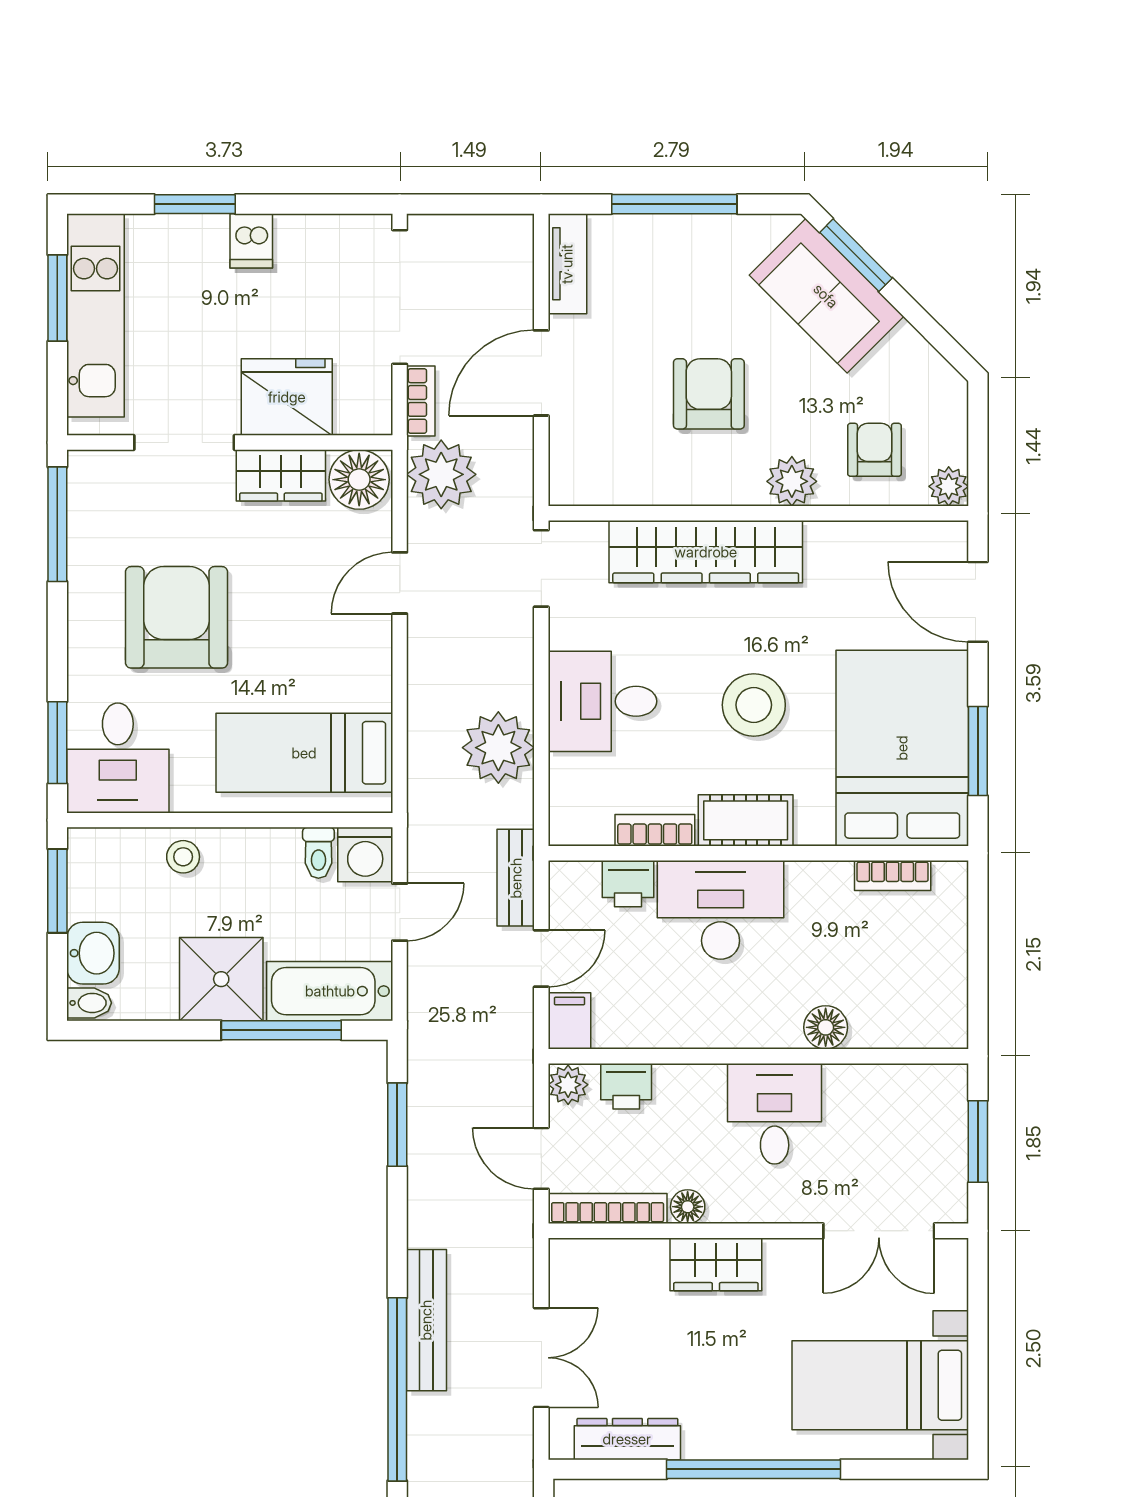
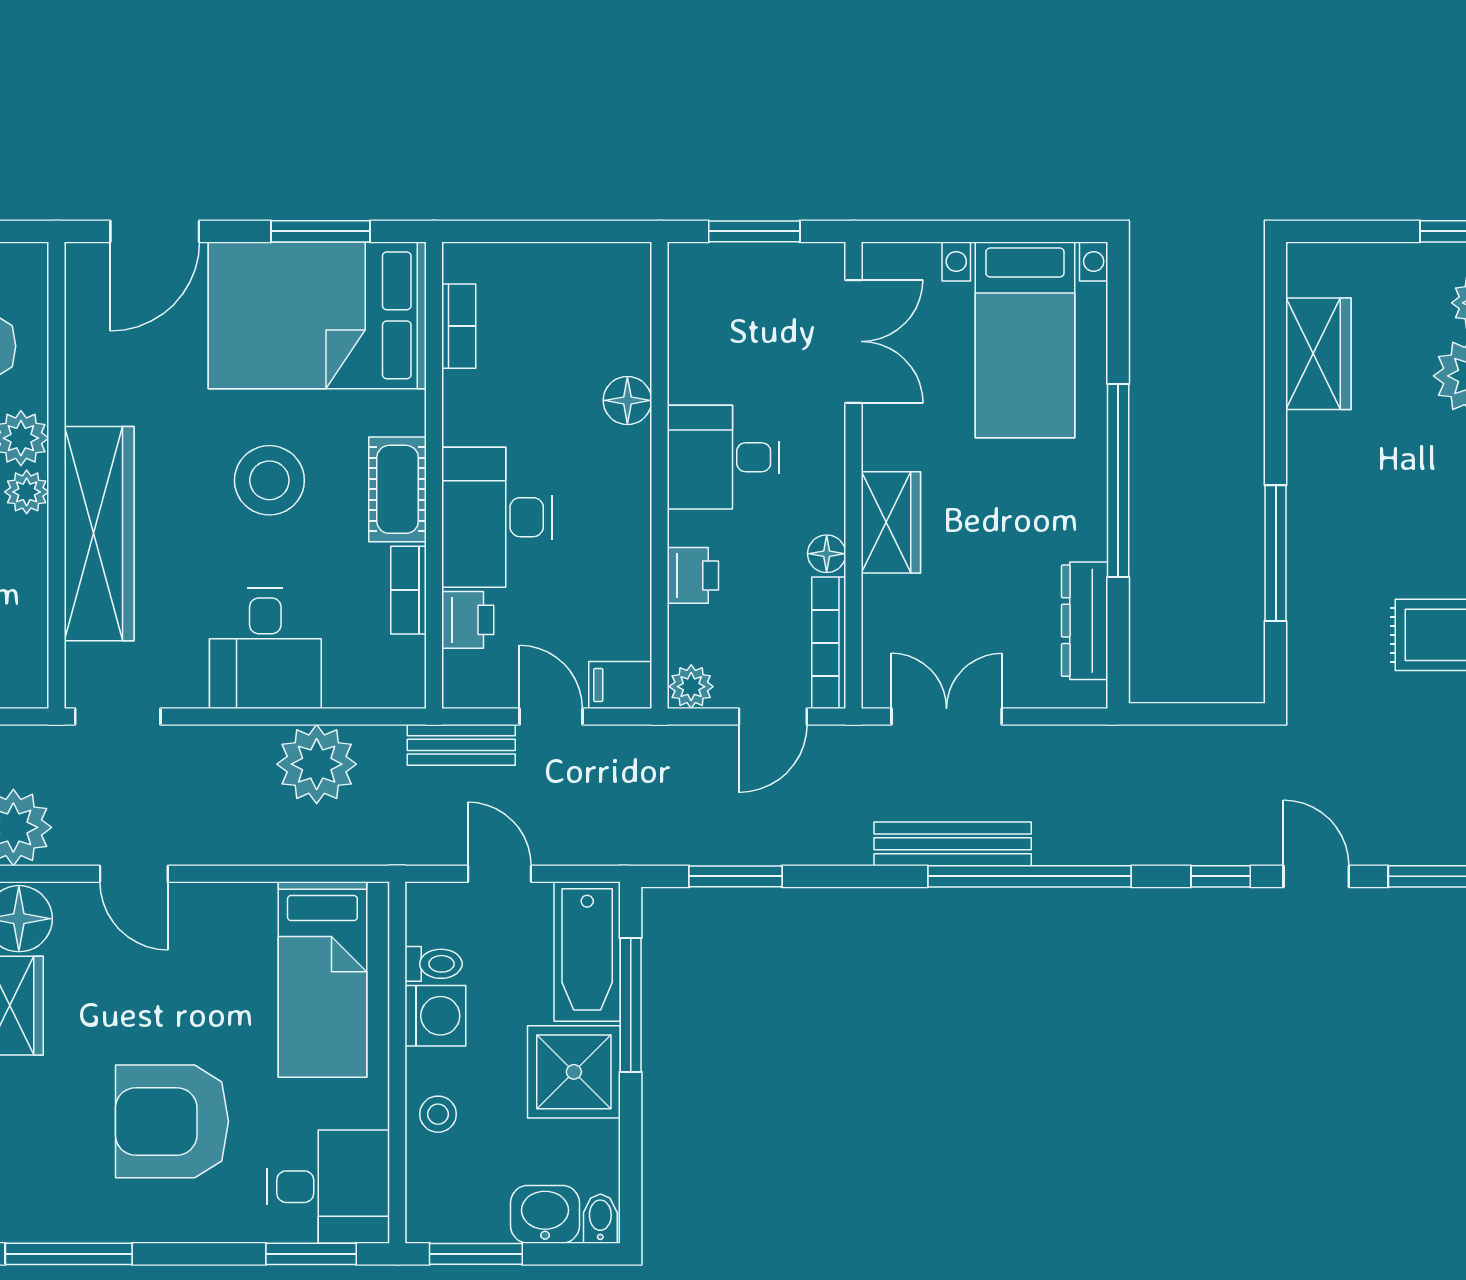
plant: (949, 486) -> (27, 492), moved
washing machine: (365, 855) -> (435, 1016), moved
printer: (626, 1086) -> (693, 575), moved
double door: (541, 1358) -> (947, 716), moved

